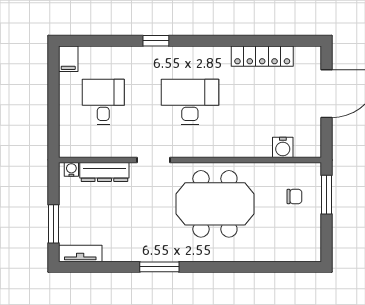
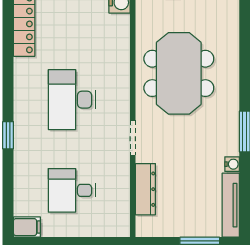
water cooler: (71, 169) -> (232, 164), moved, turned 180
tv unit: (80, 253) -> (231, 205), width x1.41

